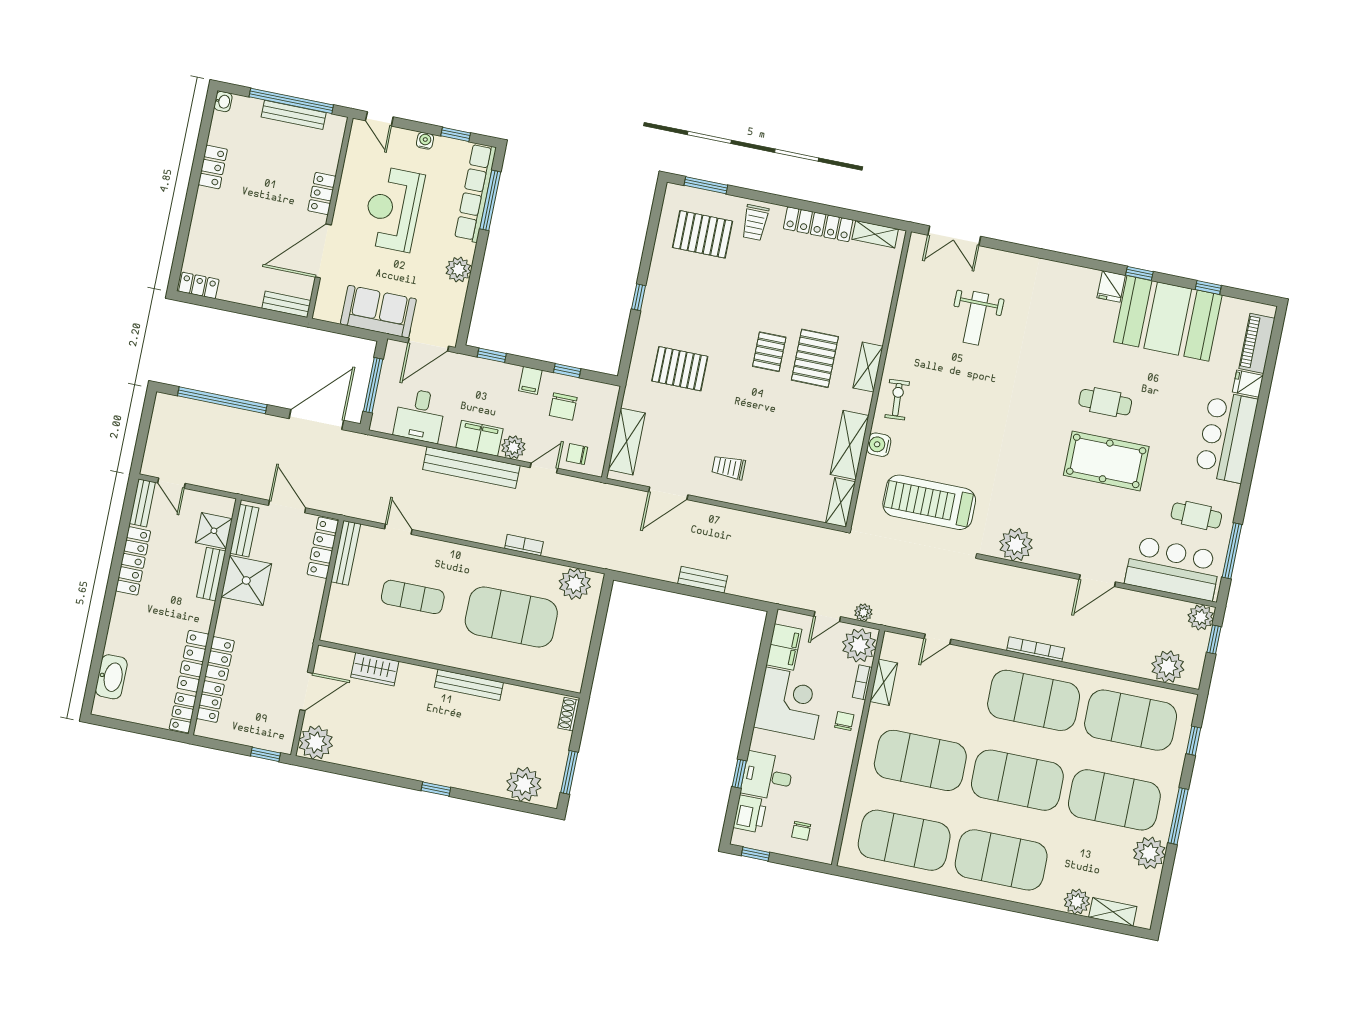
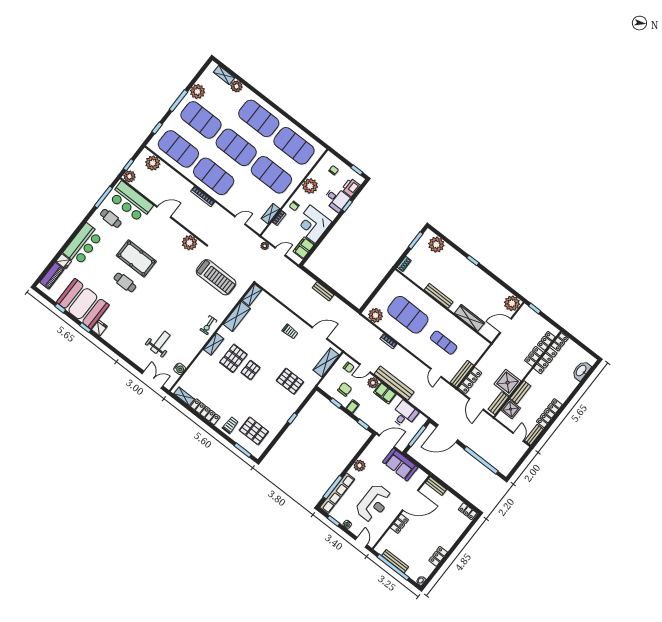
water cooler: (879, 445) -> (180, 369), moved
plant: (859, 645) -> (310, 186), moved
wardrobe: (375, 669) -> (470, 318), width x1.50

